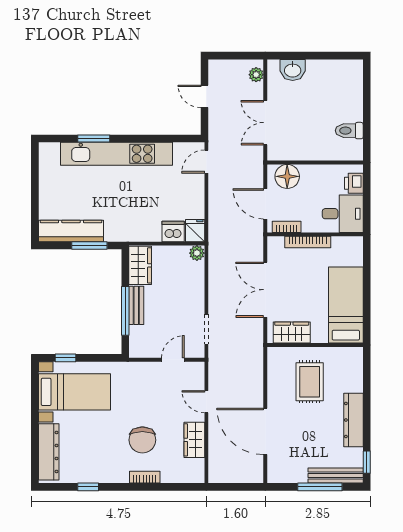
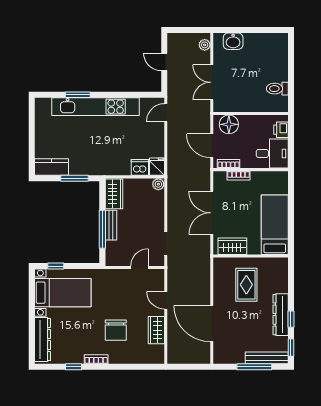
kitchen counter: (71, 231) -> (52, 167), width x0.67
bookcase: (308, 242) -> (239, 176), width x0.64
window: (367, 426) -> (291, 319), added
bookcase: (145, 477) -> (96, 359), moved

